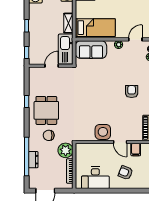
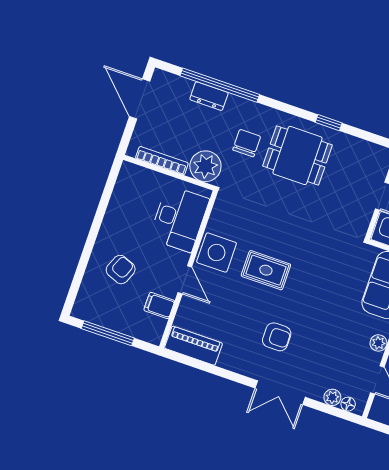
rug: (103, 107) -> (266, 270), added
door: (120, 142) -> (185, 280), swing flipped
desk: (95, 178) -> (179, 219), moved, turned 180

